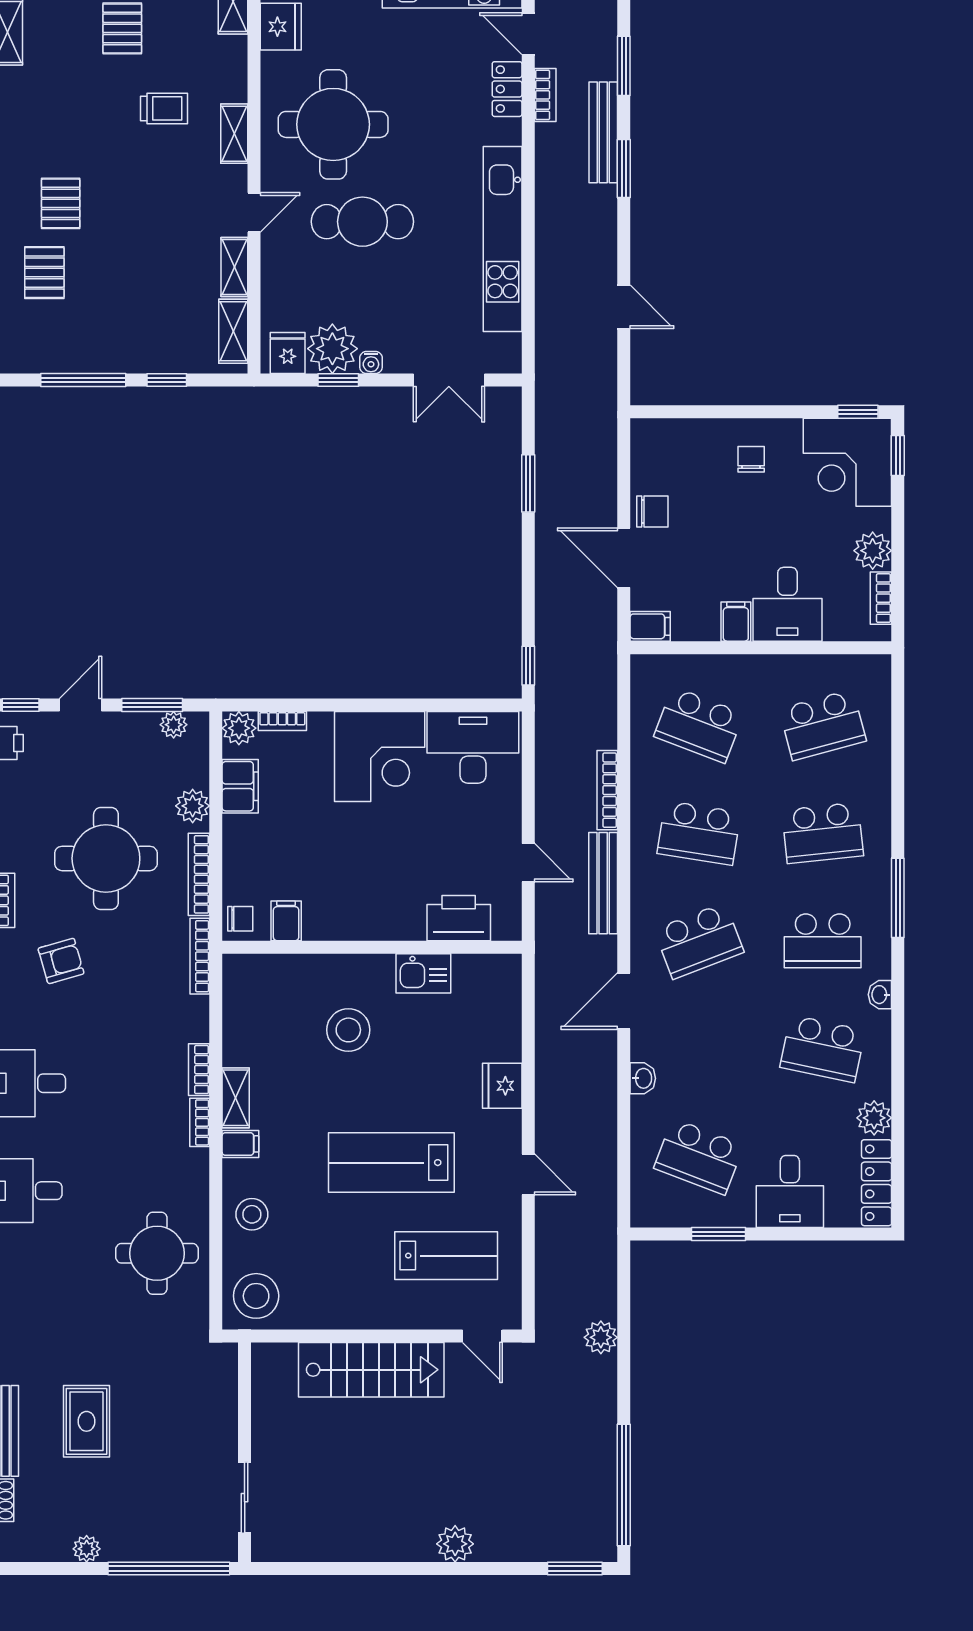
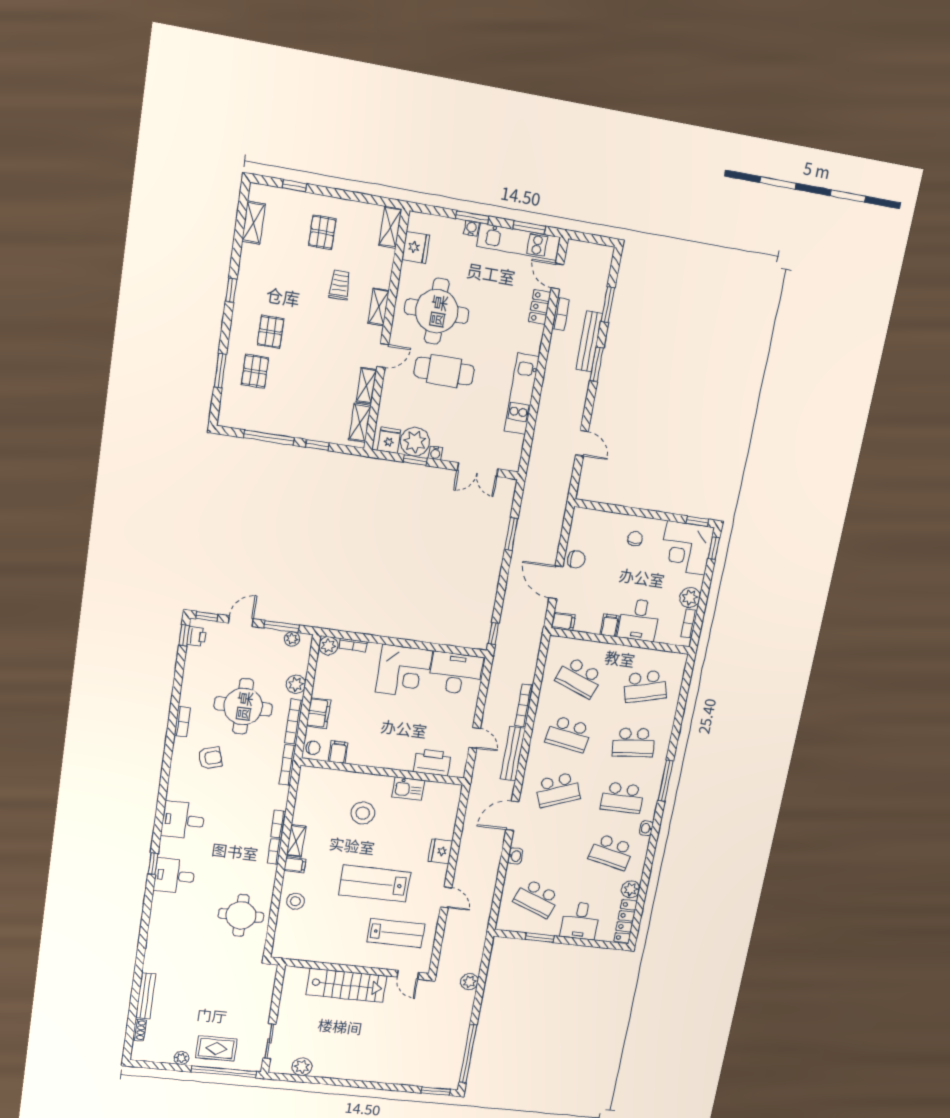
trolley: (164, 108) -> (340, 285), turned -90
kitchen unit: (503, 239) -> (522, 394), width x0.73
filing cabinet: (240, 786) -> (318, 713), moved
stool: (256, 1296) -> (291, 942), removed
rug: (86, 1421) -> (216, 1048), moved, turned 90
plant: (455, 1544) -> (302, 1067), moved

